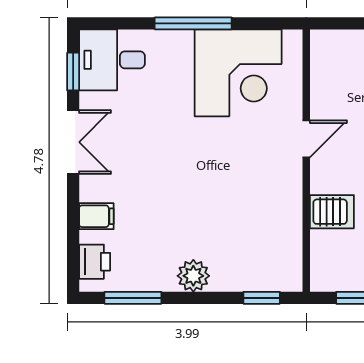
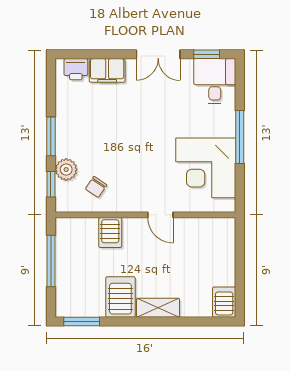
filing cabinet: (96, 216) -> (107, 70), width x2.00
chair: (266, 232) -> (96, 187), added
plant: (193, 276) -> (66, 170), moved
window: (133, 298) -> (51, 136), moved

